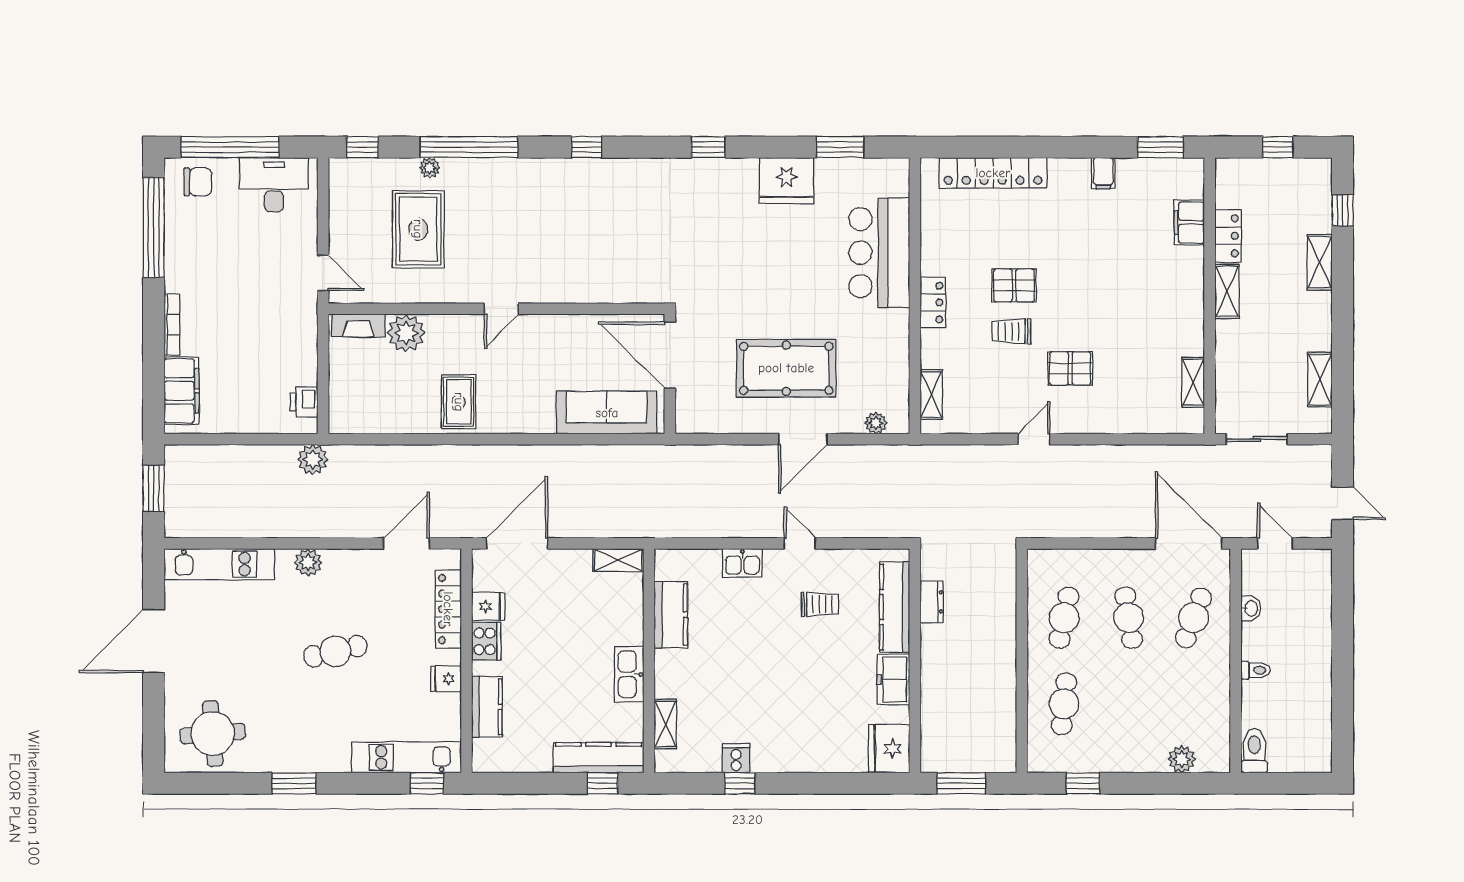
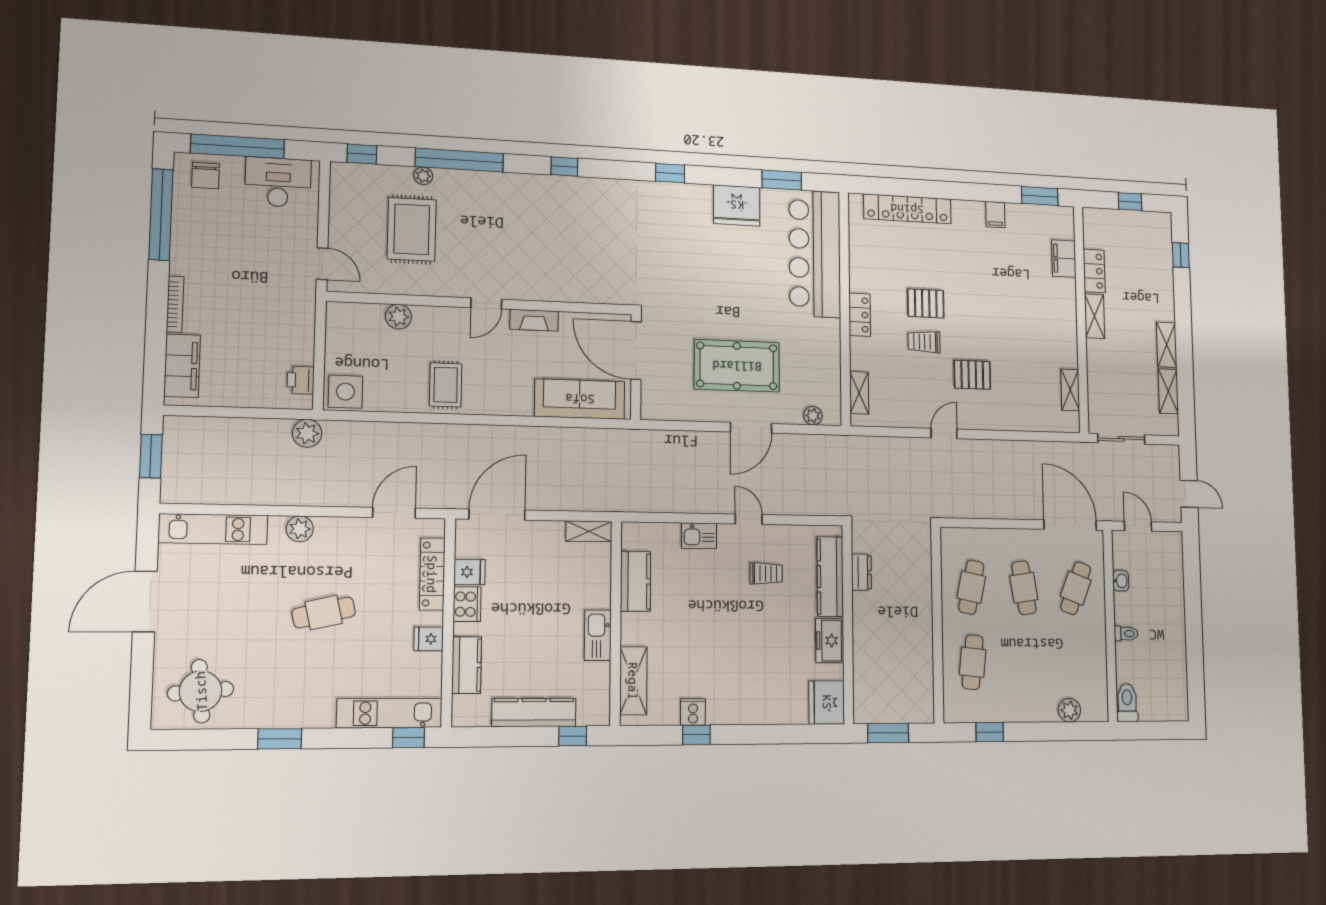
chair: (198, 182) -> (205, 176), turned 90
bar counter: (879, 253) -> (815, 254), width x1.36
shelving: (1320, 262) -> (1167, 345), moved
fireplace: (358, 325) -> (534, 320), moved
plant: (406, 333) -> (398, 317), width x0.73, depth x0.73
side table: (352, 413) -> (345, 392), added
shelving: (665, 724) -> (633, 681), width x1.50, depth x1.33
kitchen counter: (599, 758) -> (534, 712), moved

